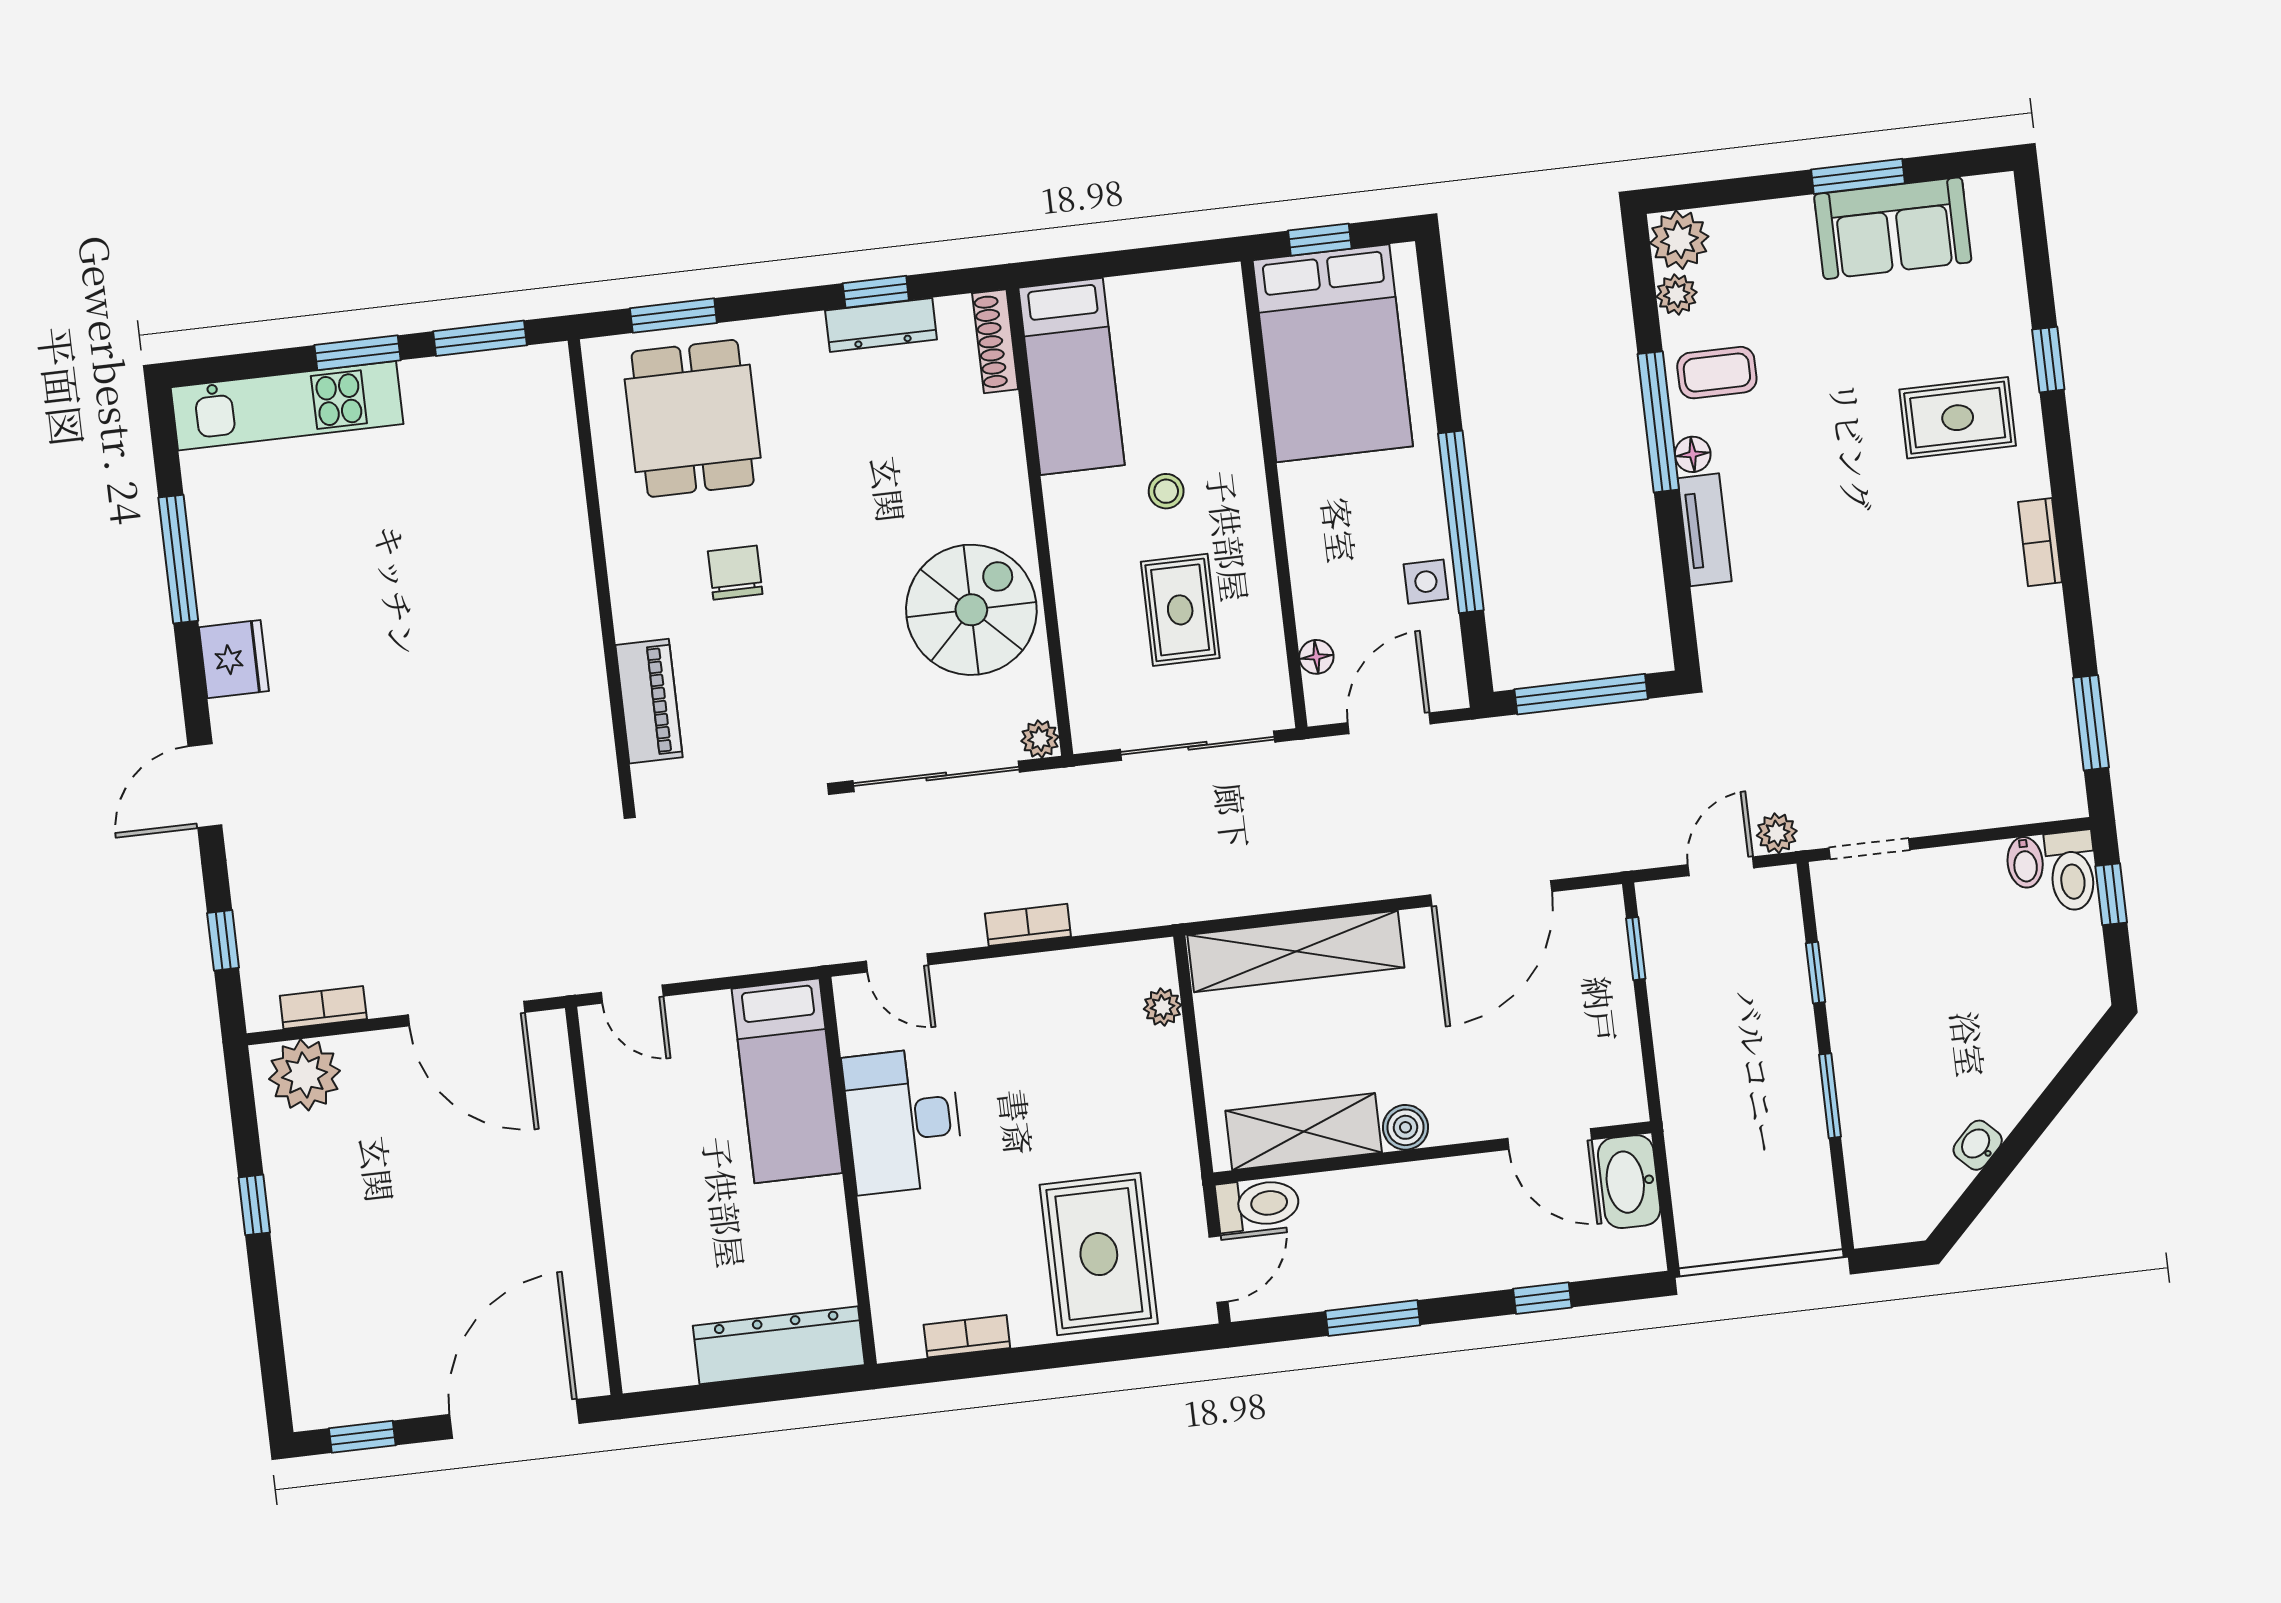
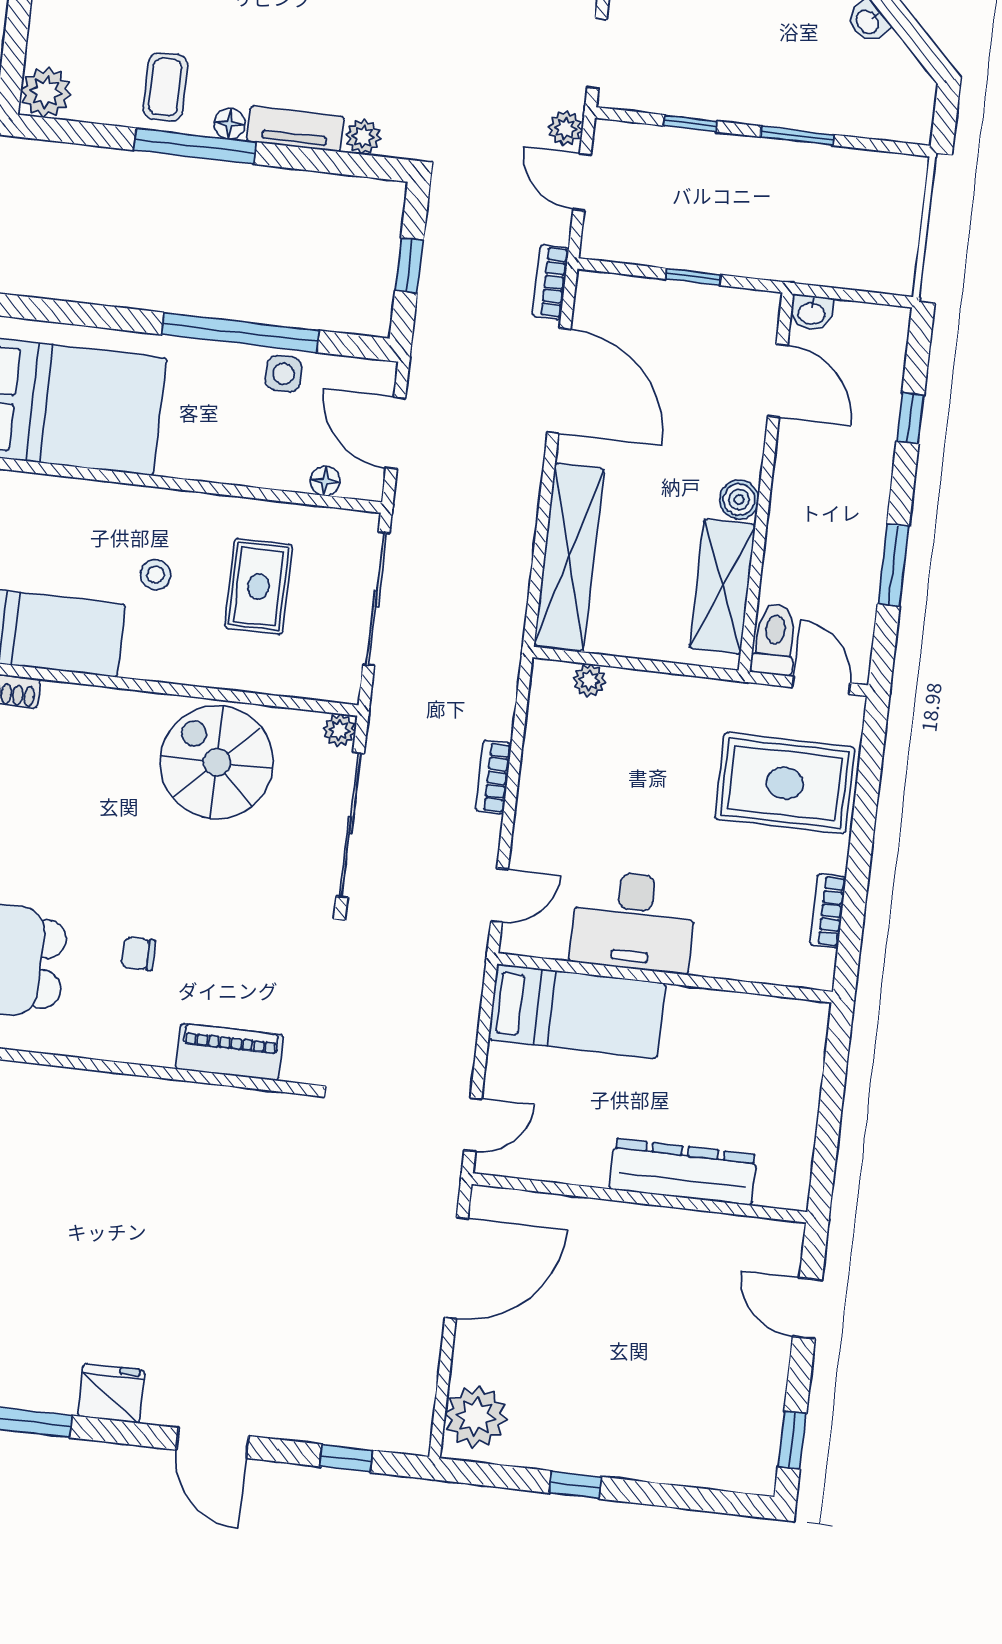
plant: (1677, 294) -> (363, 137), moved
chair: (735, 573) -> (138, 954), width x0.73, depth x0.73
rug: (1180, 610) -> (258, 586), turned 90
window: (1581, 694) -> (409, 265), width x0.46
window: (1636, 949) -> (693, 277), moved
bookcase: (323, 1007) -> (551, 282), moved
door: (1550, 1139) -> (778, 381), hinge flipped
washbasin: (1629, 1182) -> (812, 313), width x0.52, depth x0.69
dresser: (779, 1345) -> (683, 1172), moved, turned 90
door: (514, 1419) -> (807, 1308), width x0.53

